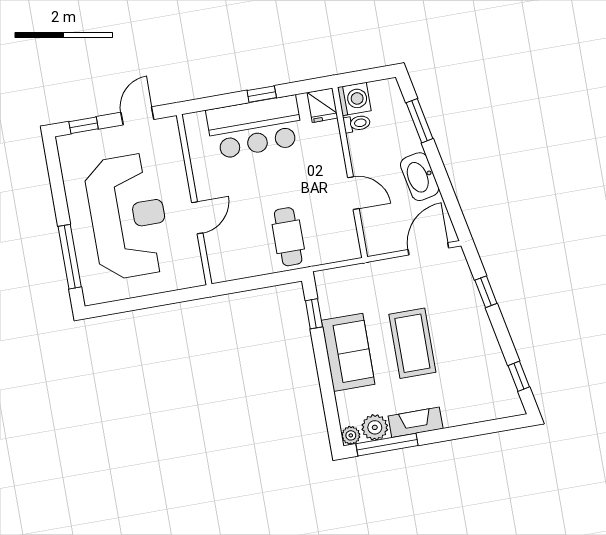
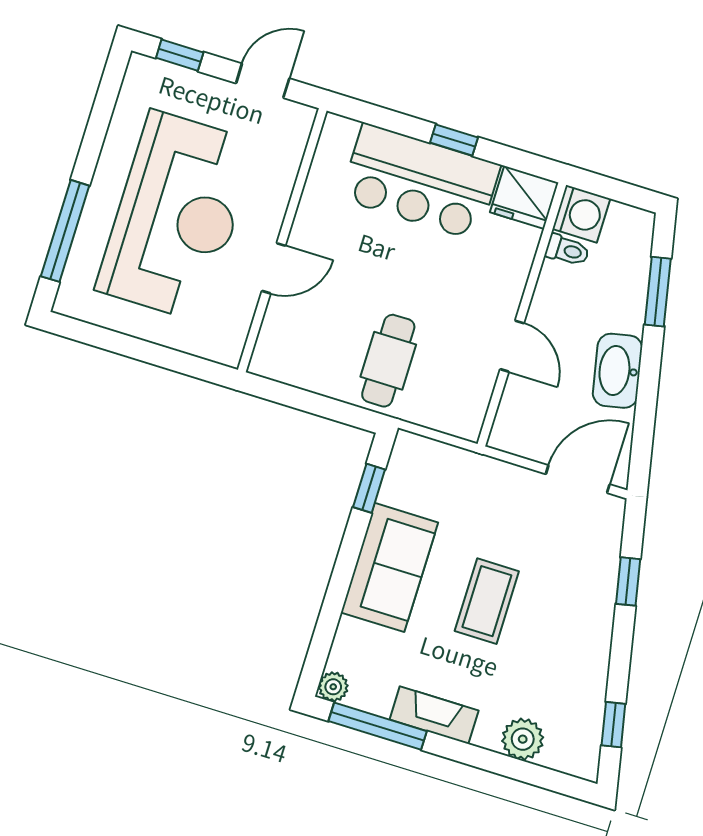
fridge: (322, 105) -> (524, 197), width x1.38
coffee table: (412, 343) -> (487, 601), width x0.73, depth x0.76
plant: (375, 427) -> (523, 739), moved

